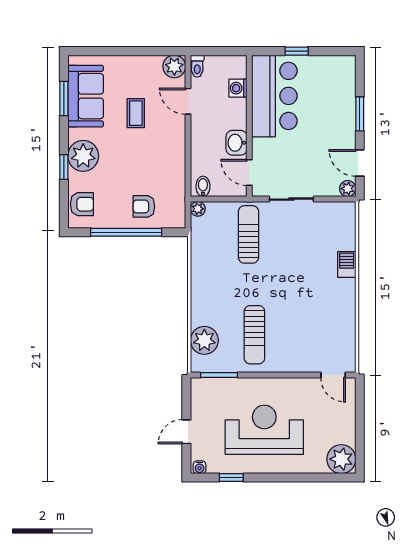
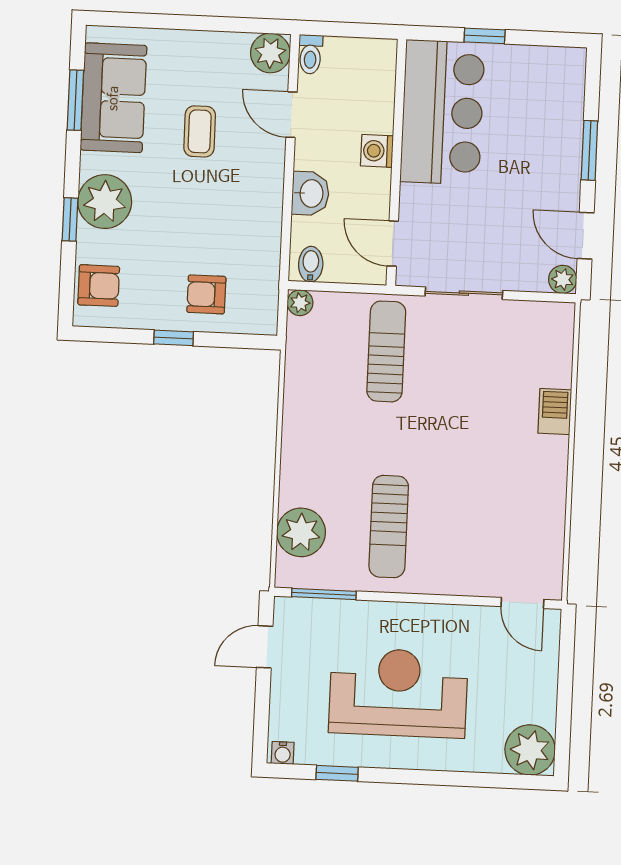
washing machine: (238, 88) -> (377, 151), moved
washbasin: (236, 143) -> (310, 193), moved, turned 180
window: (126, 232) -> (174, 338), width x0.32
door: (186, 432) -> (265, 647), moved

